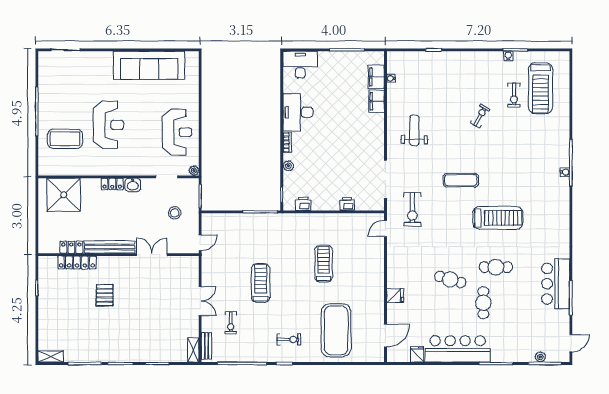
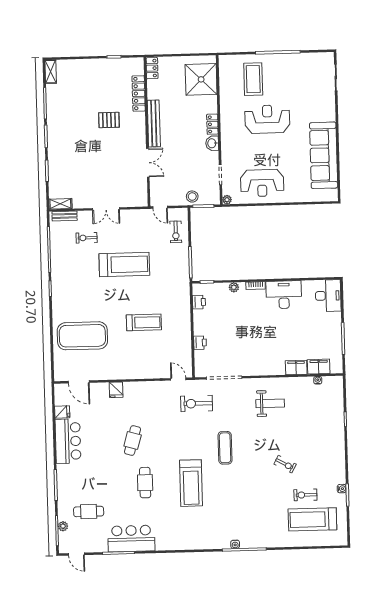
reception desk: (108, 125) -> (267, 119), turned 180
stool: (175, 213) -> (192, 197), moved
locker: (71, 247) -> (152, 68), moved
treadmill: (261, 283) -> (124, 265), width x1.37, depth x1.38
cafe table: (483, 303) -> (89, 511), moved
exercise bike: (289, 340) -> (176, 232), moved
bar counter: (458, 349) -> (68, 441), width x0.73

